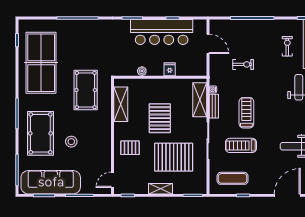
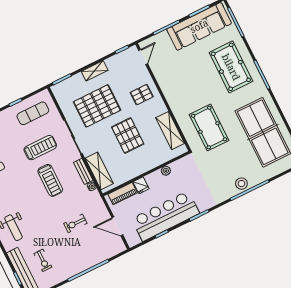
piano: (189, 70) -> (123, 194), added
stool: (71, 142) -> (241, 184), moved

